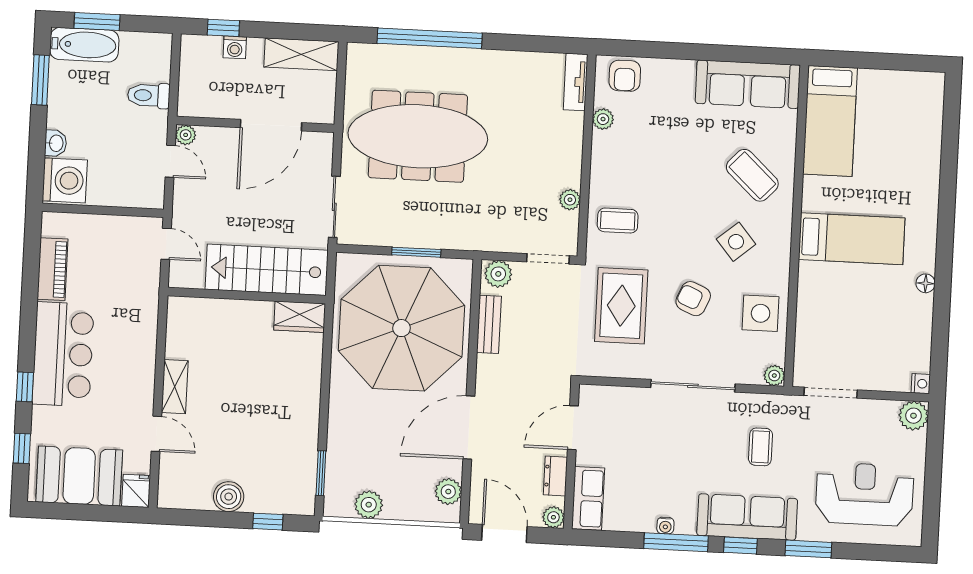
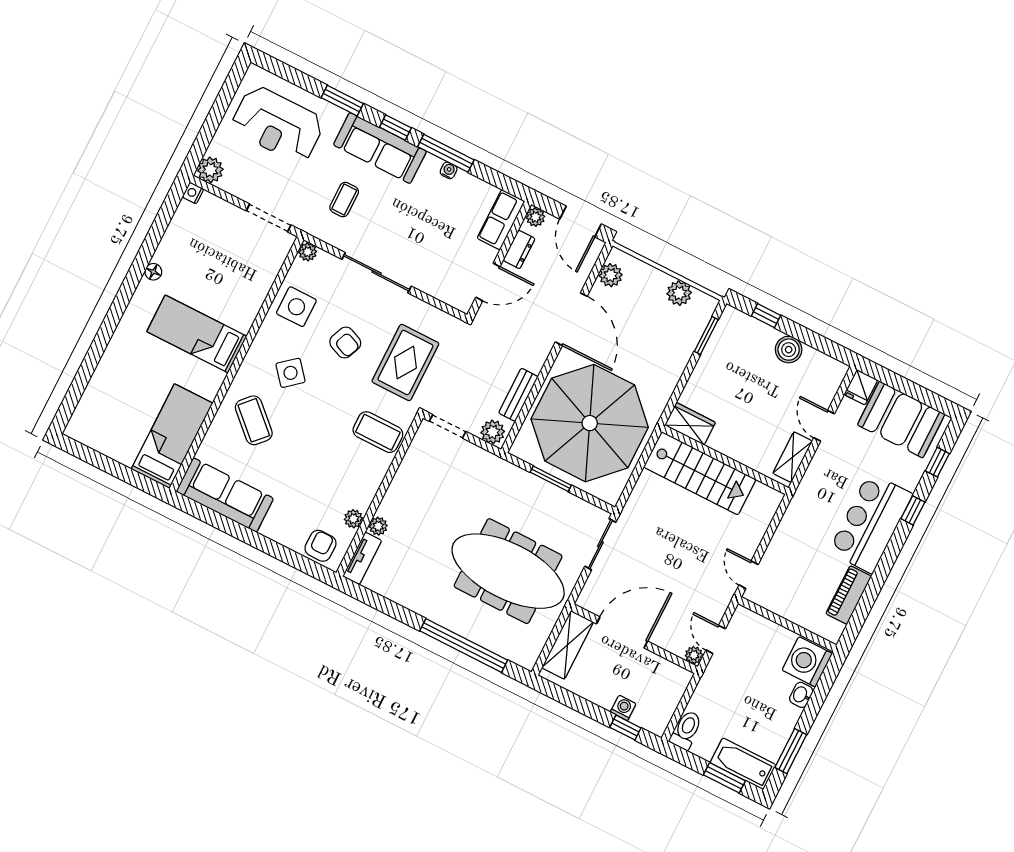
shelving: (301, 54) -> (568, 645), moved, turned 90
toilet: (149, 95) -> (686, 730), moved, turned -90
plant: (570, 200) -> (378, 526), moved
coffee table: (618, 221) -> (378, 432), width x1.36, depth x1.30
stairs: (267, 270) -> (700, 473), moved
wall: (247, 296) -> (725, 460), moved
wardrobe: (300, 317) -> (690, 424), moved
door: (469, 428) -> (571, 319), hinge flipped

